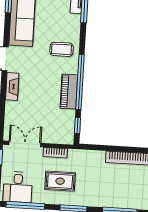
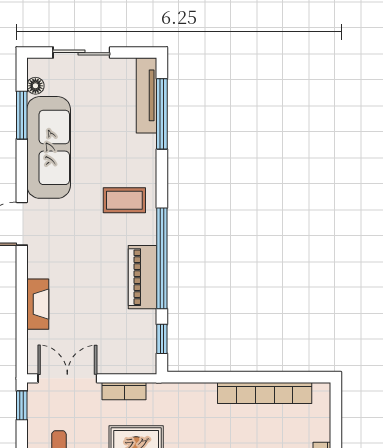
fireplace: (12, 87) -> (38, 304), moved

